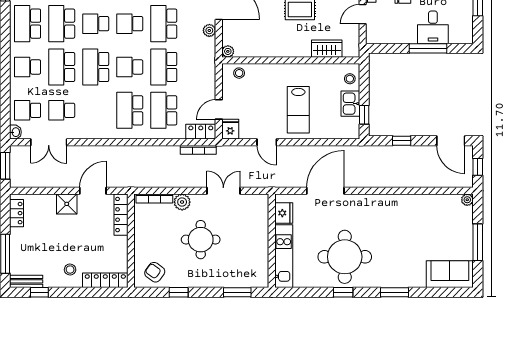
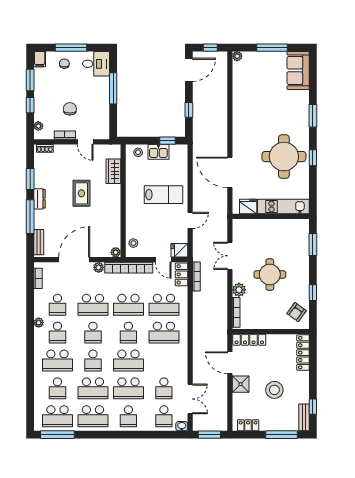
desk: (433, 27) -> (96, 64), moved
bookcase: (209, 67) -> (129, 268), added
stool: (70, 270) -> (274, 390), moved, width x1.89, depth x1.89

